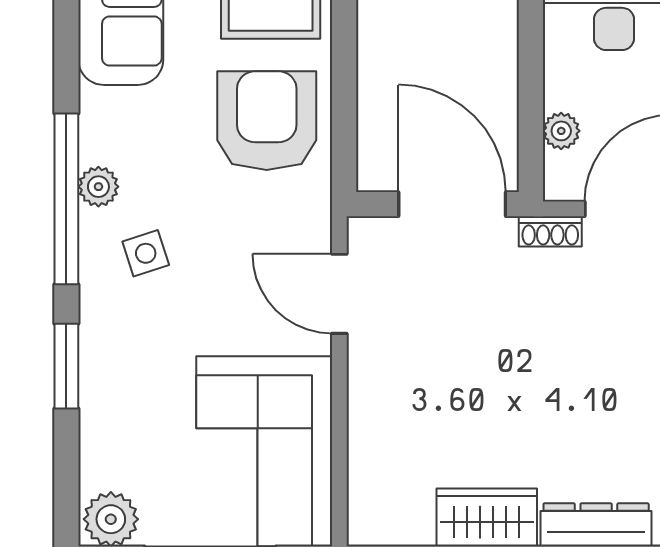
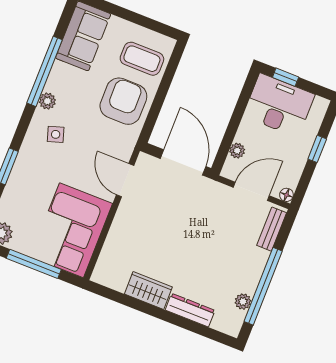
window: (66, 199) -> (45, 71), moved
shoe rack: (550, 231) -> (217, 188), removed

